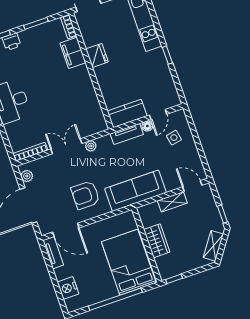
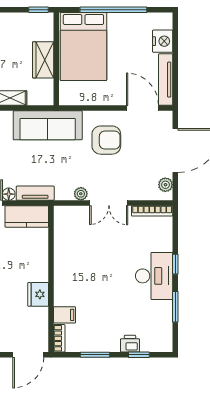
filing cabinet: (73, 53) -> (65, 315), width x0.50
tv unit: (53, 253) -> (166, 80), width x1.41

